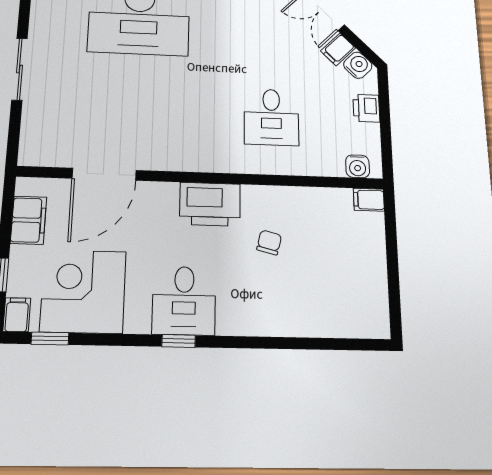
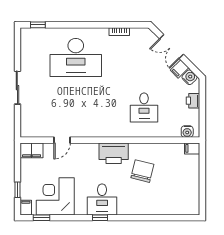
door: (104, 174) -> (62, 140), width x0.53
filing cabinet: (29, 220) -> (32, 150), moved, turned 90
chair: (269, 242) -> (142, 171), width x1.87, depth x1.87

